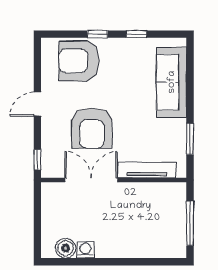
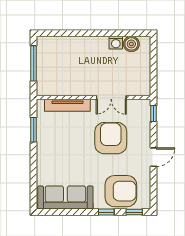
window: (136, 34) -> (134, 212), moved
sofa: (172, 82) -> (65, 197), moved, turned -90
double door: (91, 180) -> (111, 97), width x0.73

